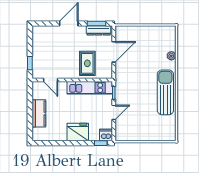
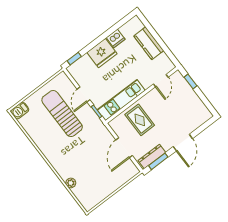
door: (51, 80) -> (161, 81), swing flipped
sun lounger: (165, 92) -> (62, 114), moved, turned 180
dishwasher: (106, 135) -> (116, 38), moved
barbecue: (168, 136) -> (20, 111), added

